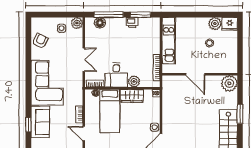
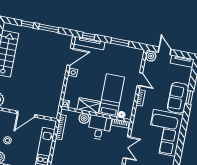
double door: (84, 60) -> (127, 148), swing flipped
door: (195, 74) -> (26, 114), swing flipped

